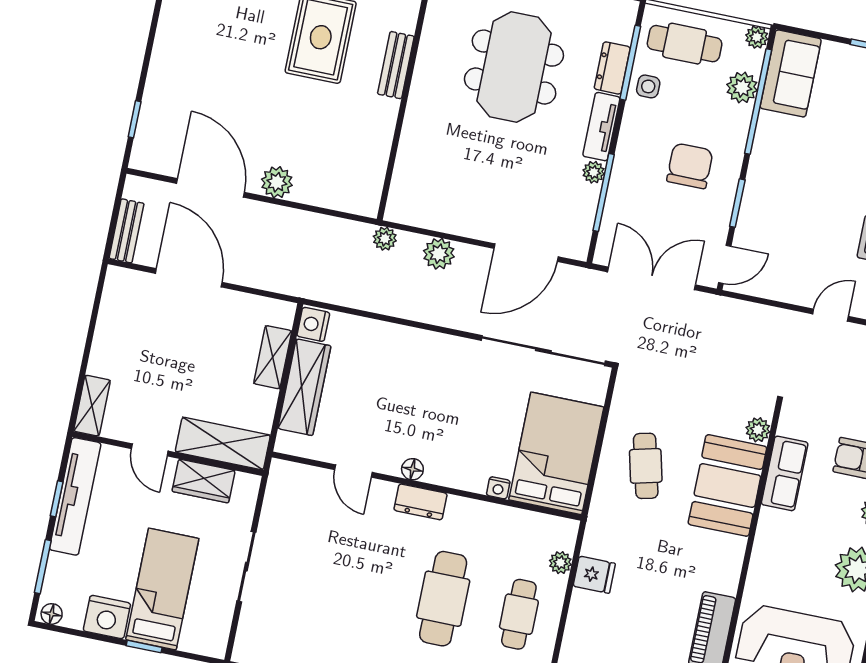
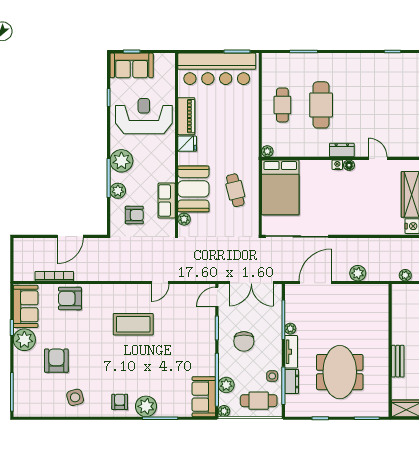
plant: (385, 239) -> (405, 275), moved
nightstand: (498, 488) -> (337, 165), moved
plant: (560, 563) -> (267, 151), moved
fridge: (594, 575) -> (187, 144), moved, turned 180

